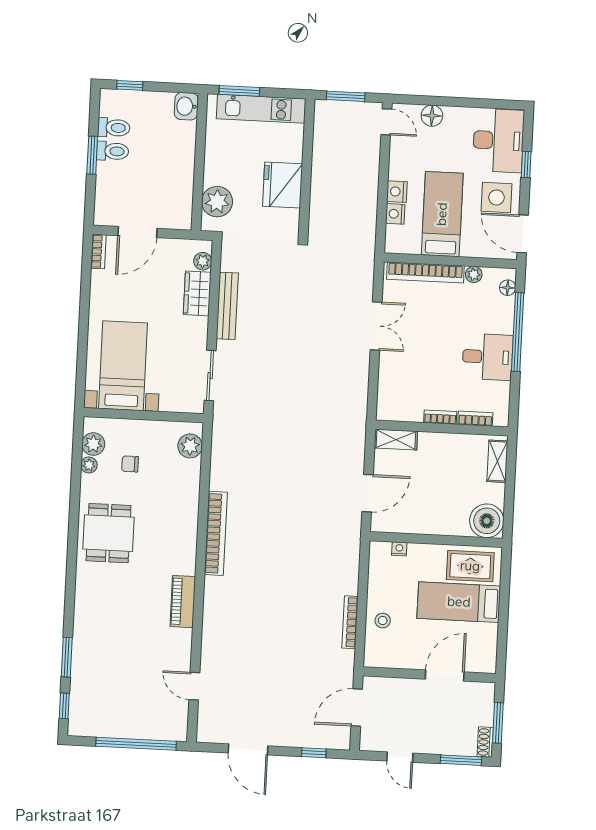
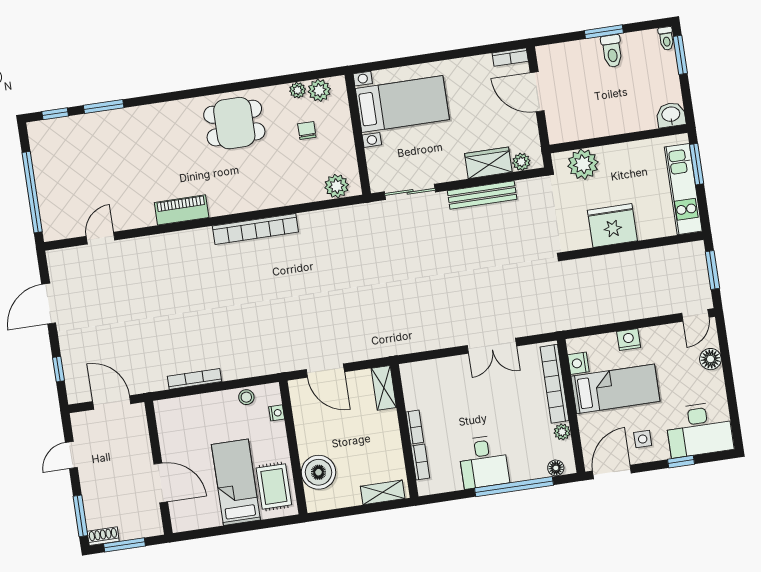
window: (130, 85) -> (680, 55), width x1.50
toilet: (114, 128) -> (666, 38), moved, width x0.73, depth x0.72
side table: (497, 197) -> (643, 439), width x0.54, depth x0.54
nightstand: (395, 214) -> (578, 363), moved, turned -90
boiler: (487, 521) -> (319, 472), moved
stool: (383, 621) -> (246, 397), moved

